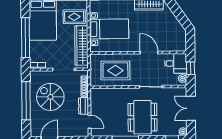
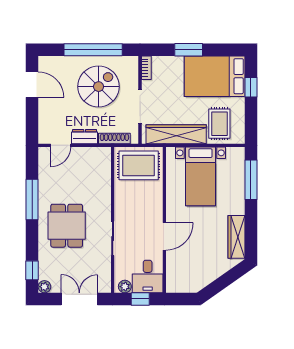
window: (25, 38) -> (189, 50), width x0.47
rug: (115, 70) -> (139, 165), moved, turned 90
dining table: (142, 117) -> (67, 226), width x0.73

